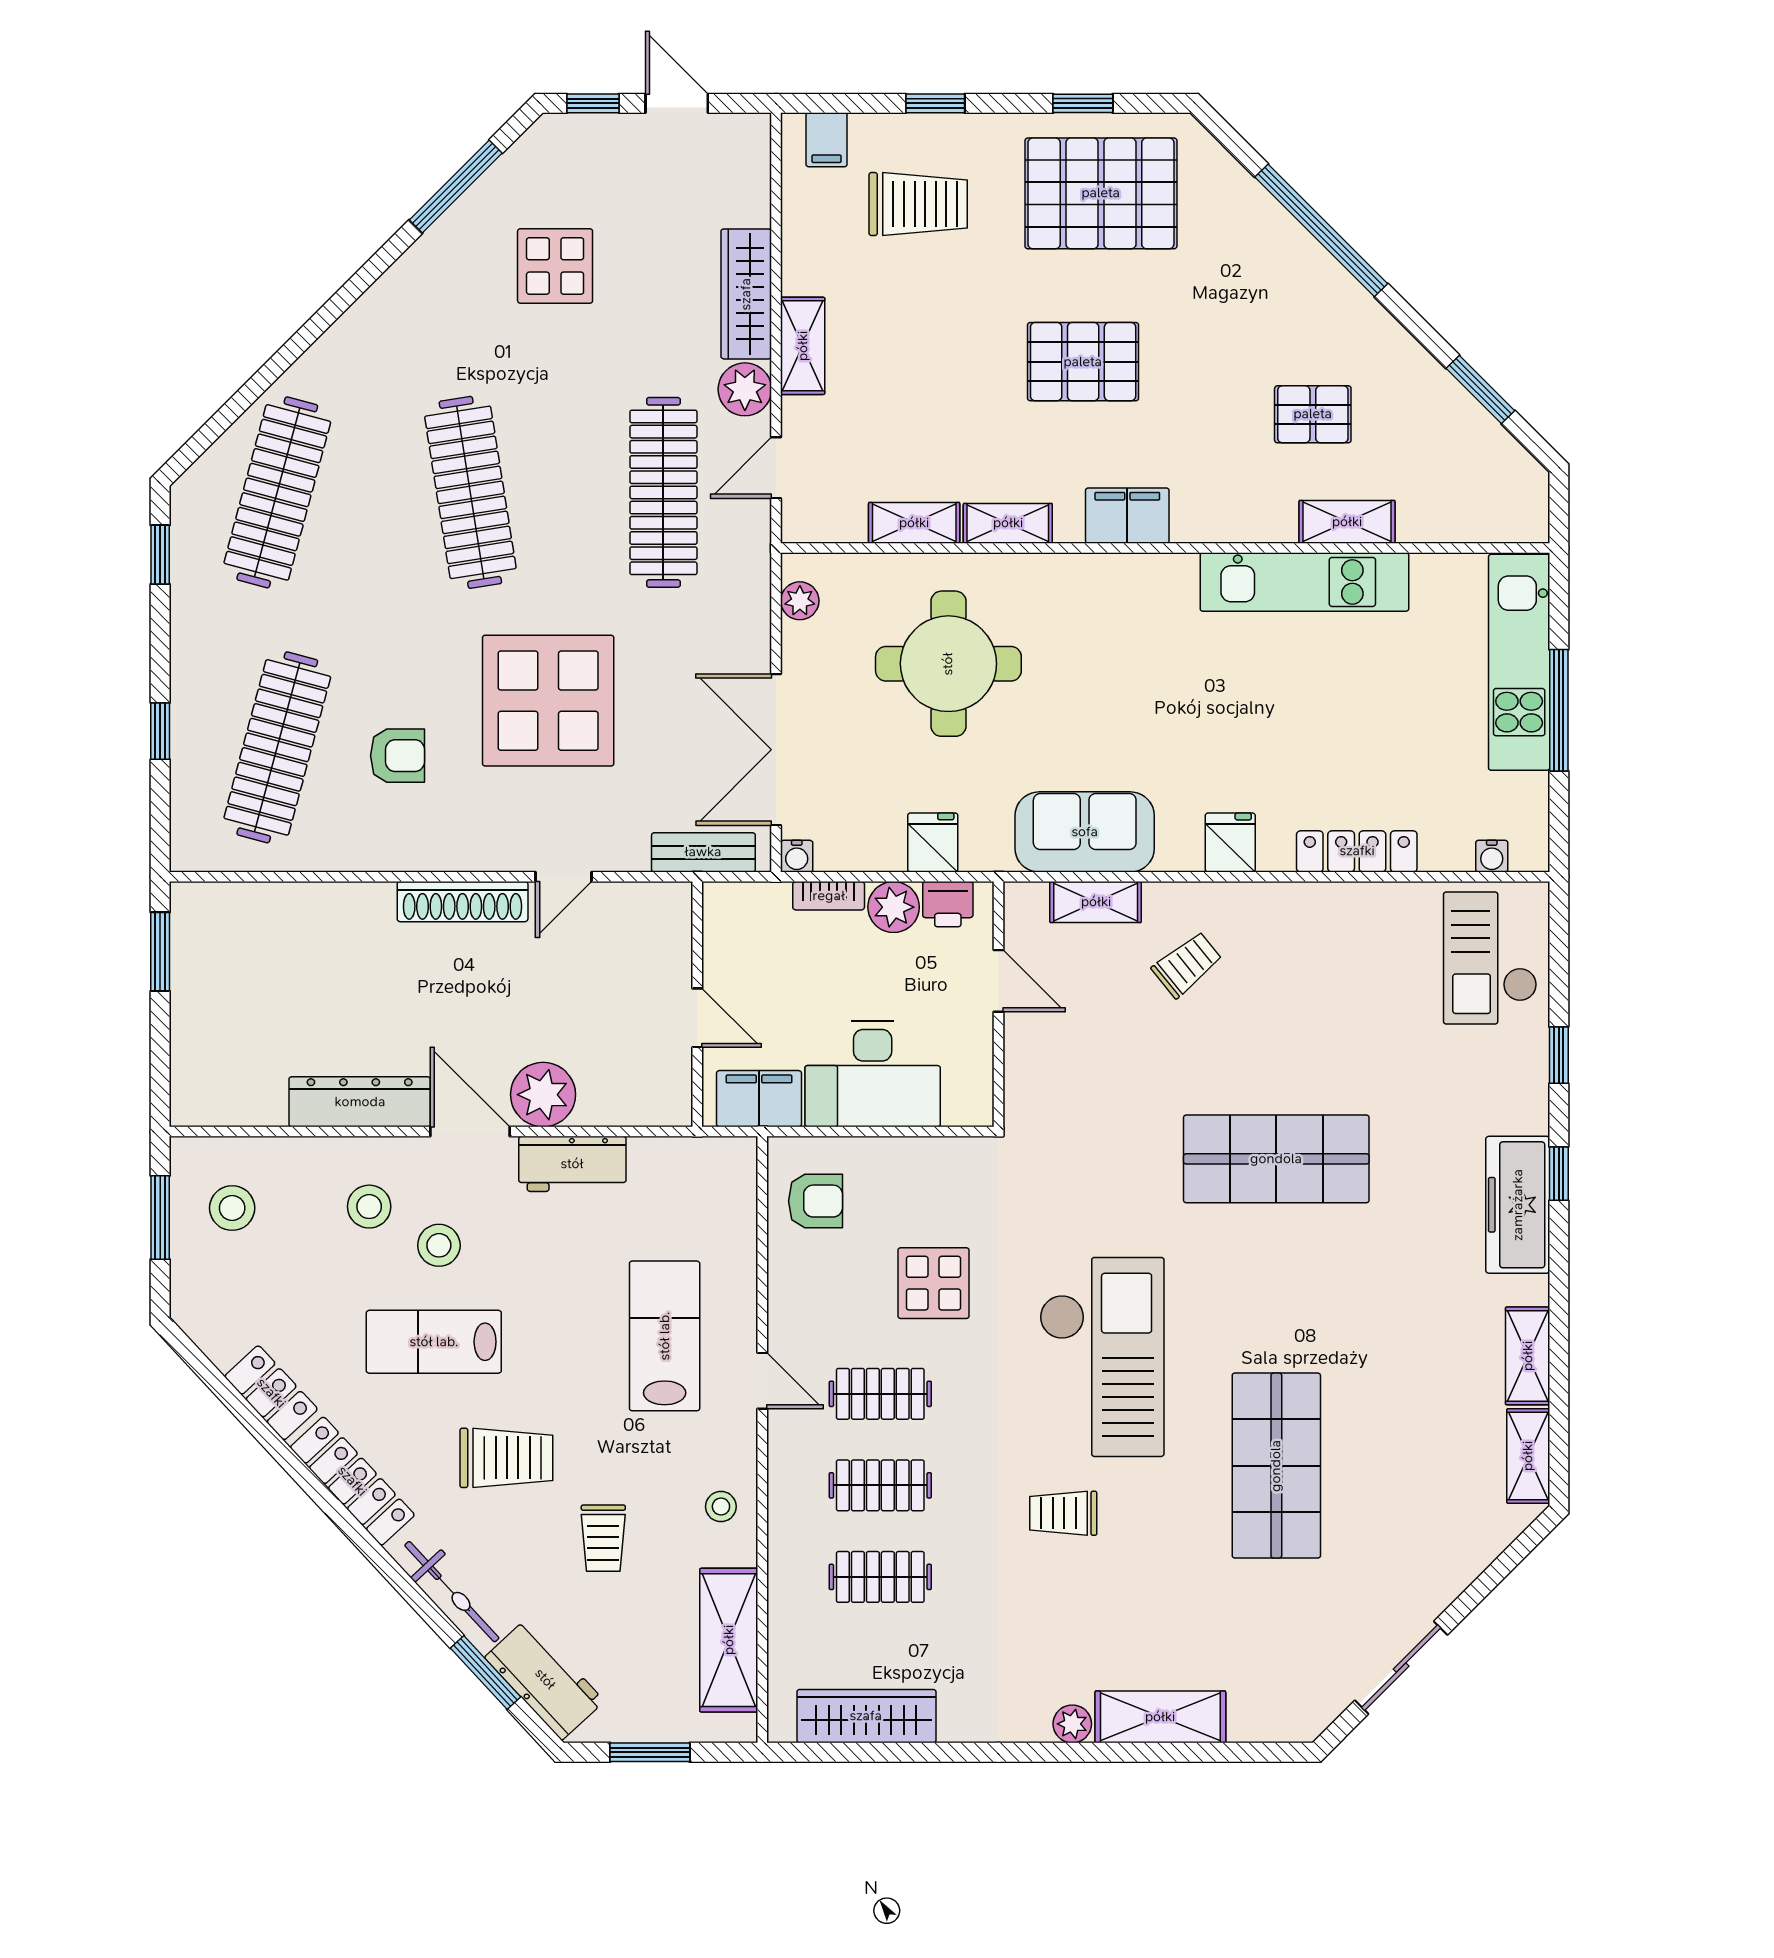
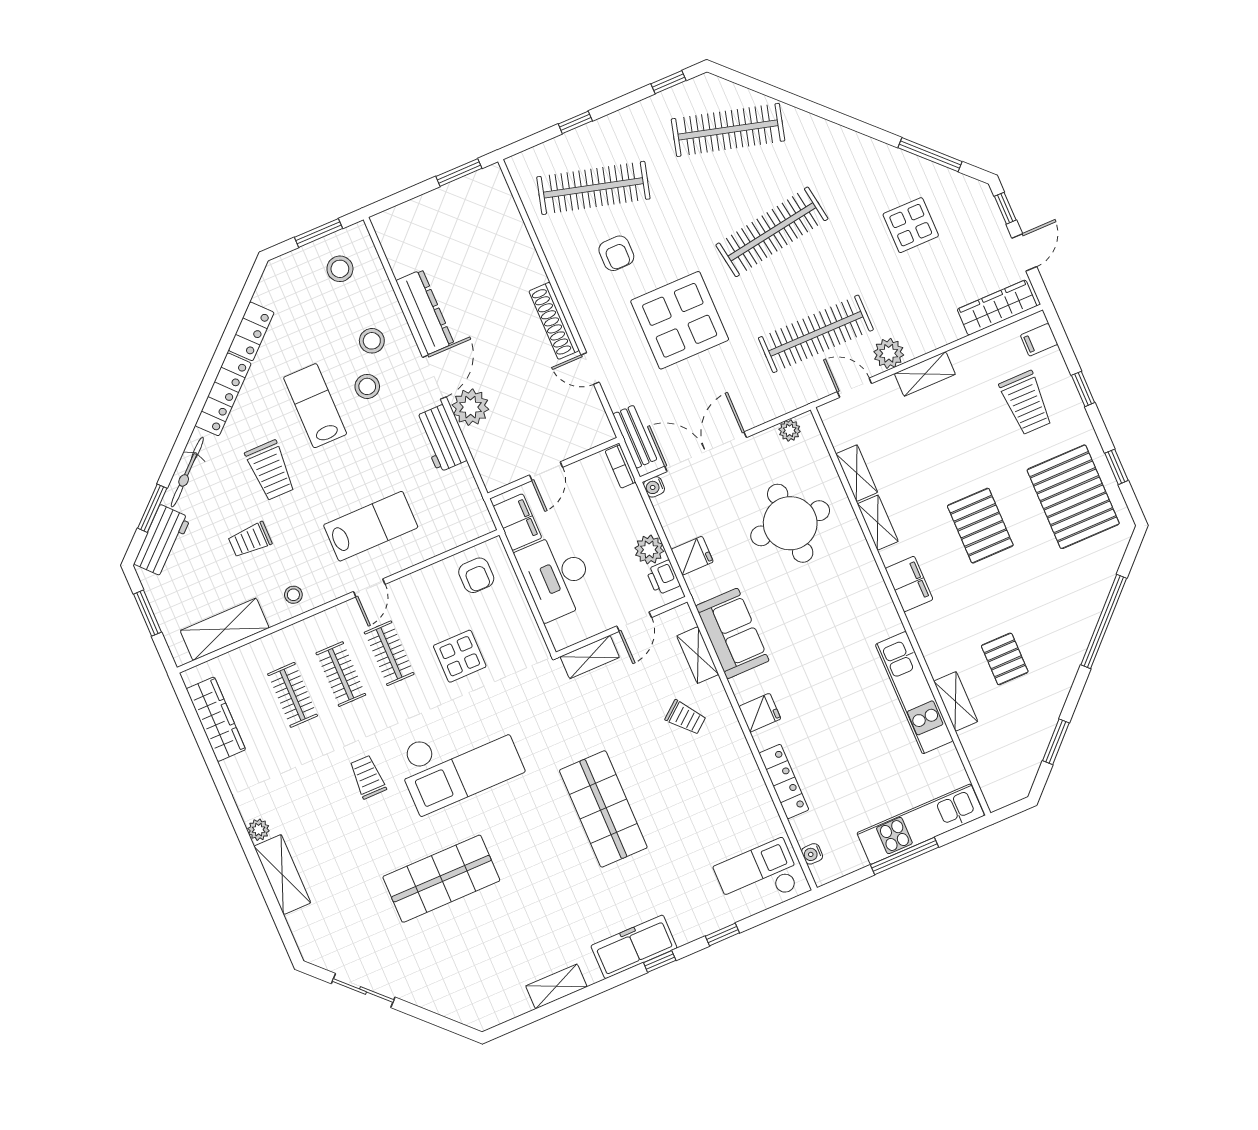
wardrobe: (746, 294) -> (997, 308), moved
bookcase: (829, 896) -> (620, 466), moved
shelving: (1528, 1456) -> (590, 657), moved

